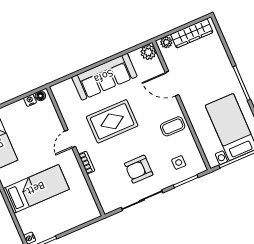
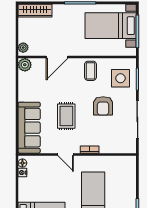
wardrobe: (192, 33) -> (35, 11), moved, turned 90
sofa: (104, 77) -> (29, 128), moved
rug: (112, 121) -> (66, 116), width x0.73, depth x0.70
side table: (179, 162) -> (120, 78), width x1.87, depth x1.87
armchair: (139, 169) -> (103, 106), moved

